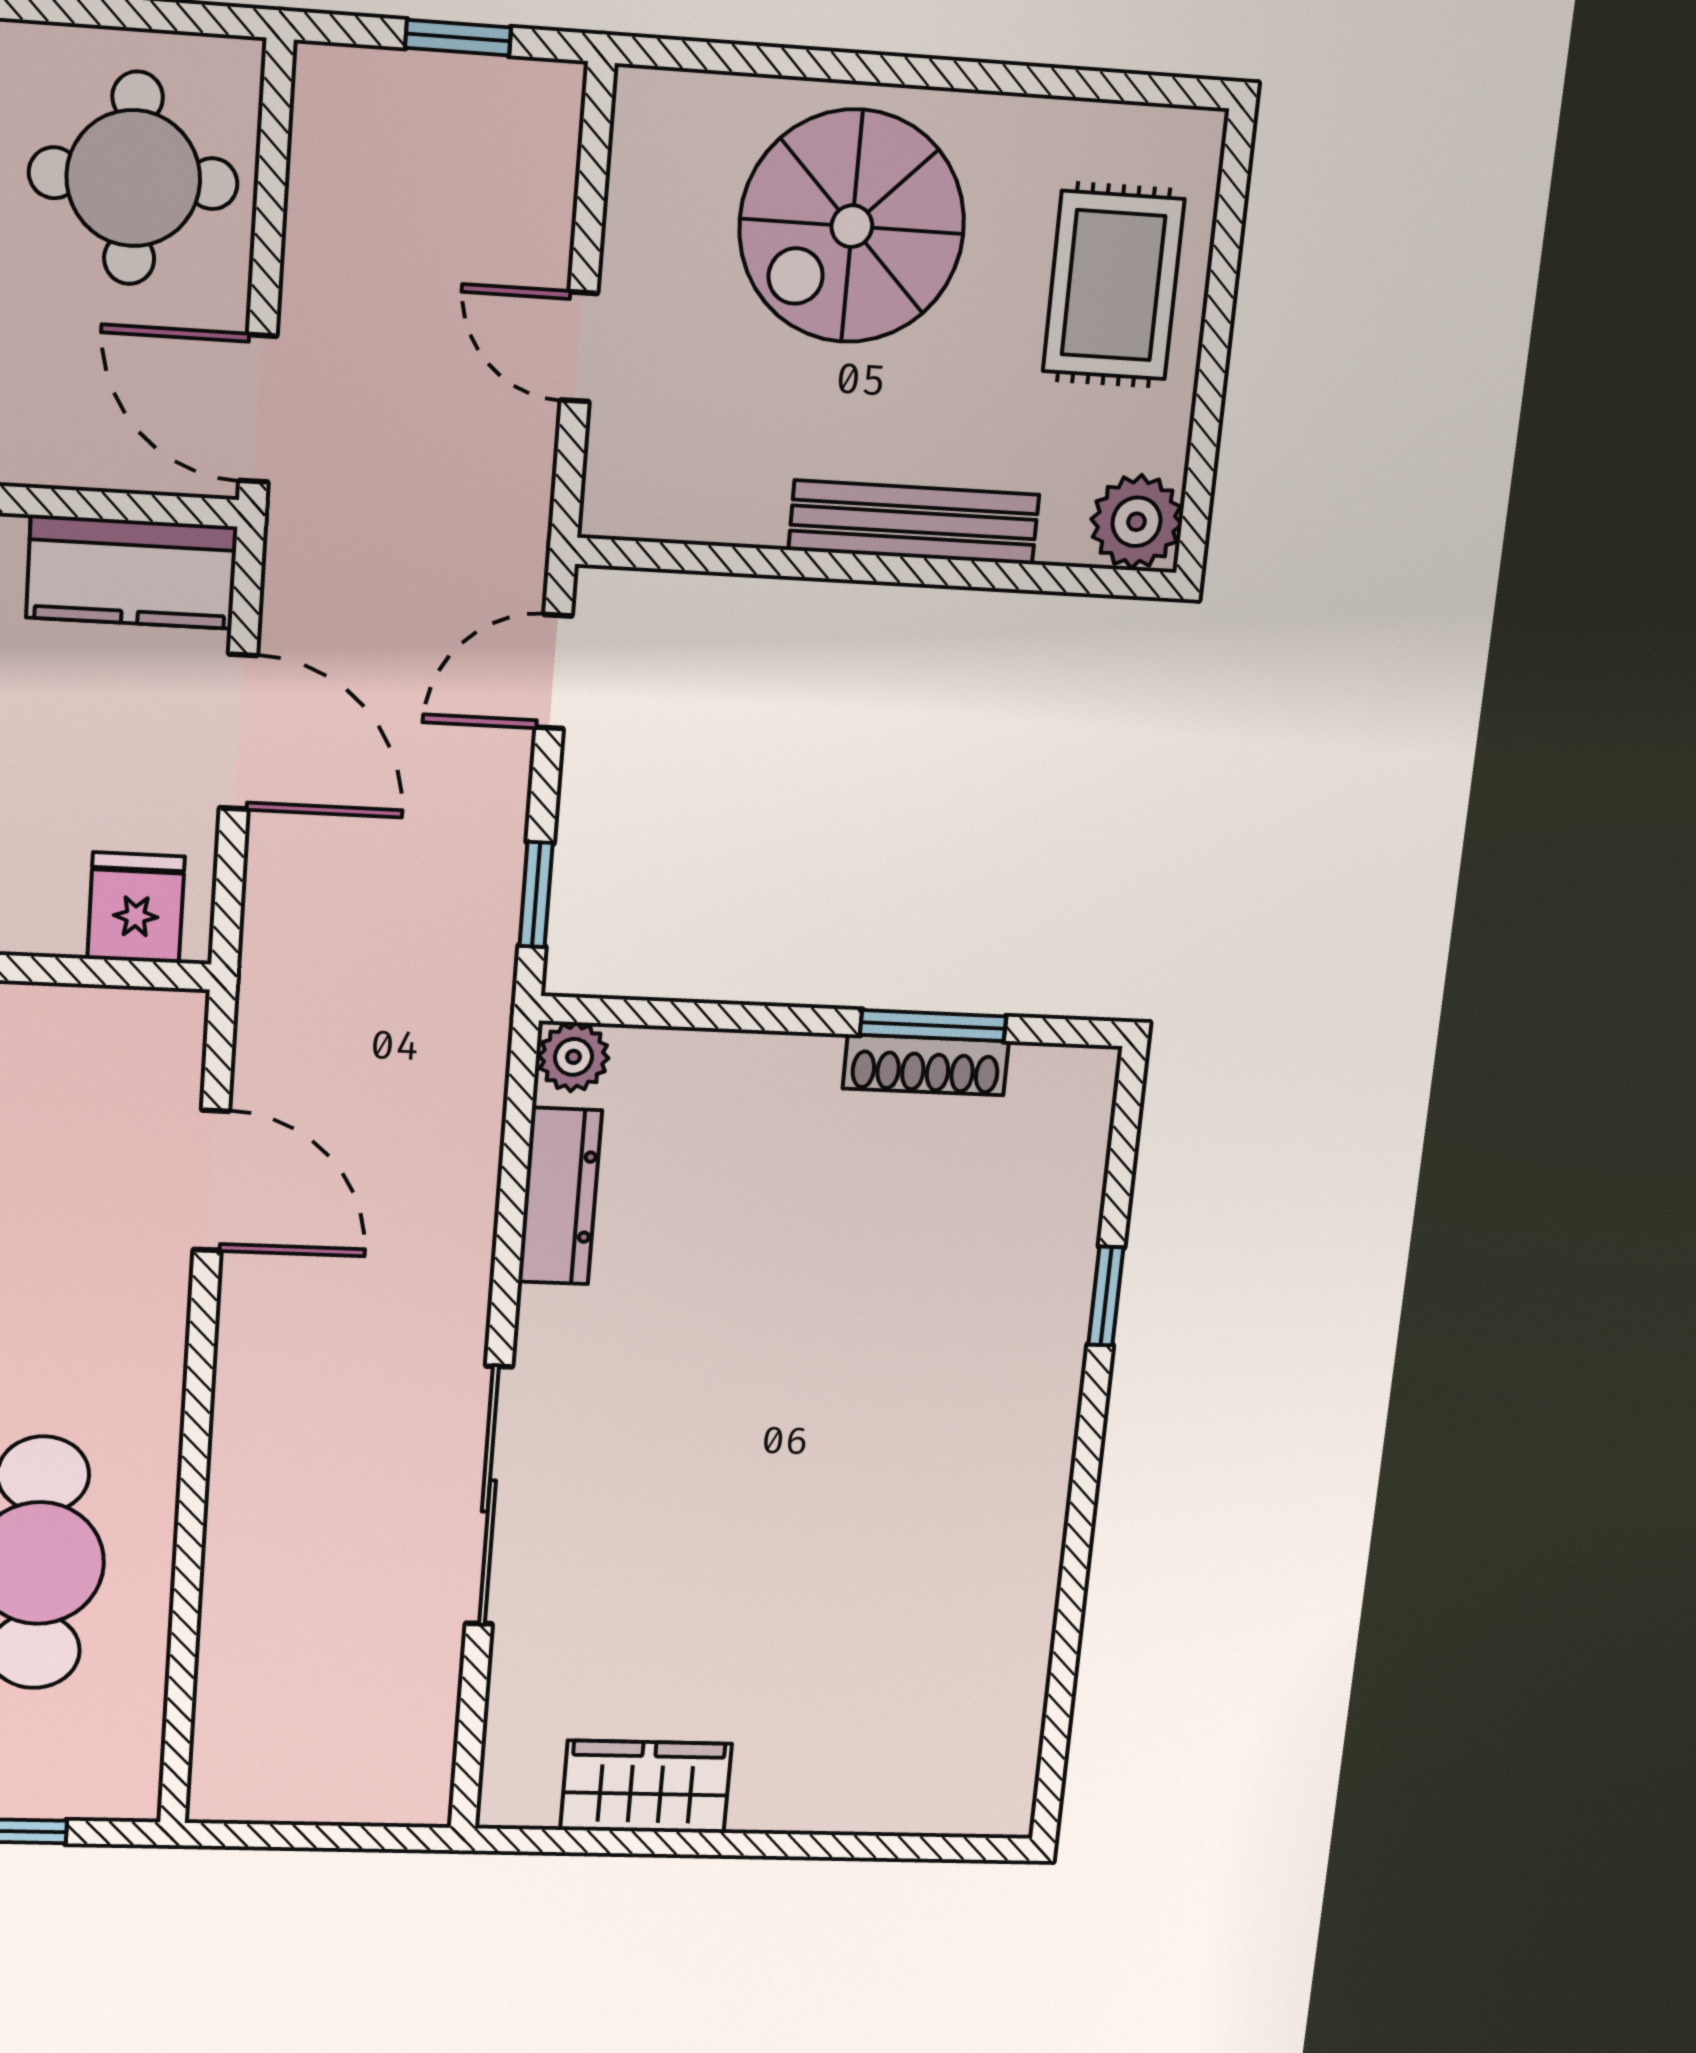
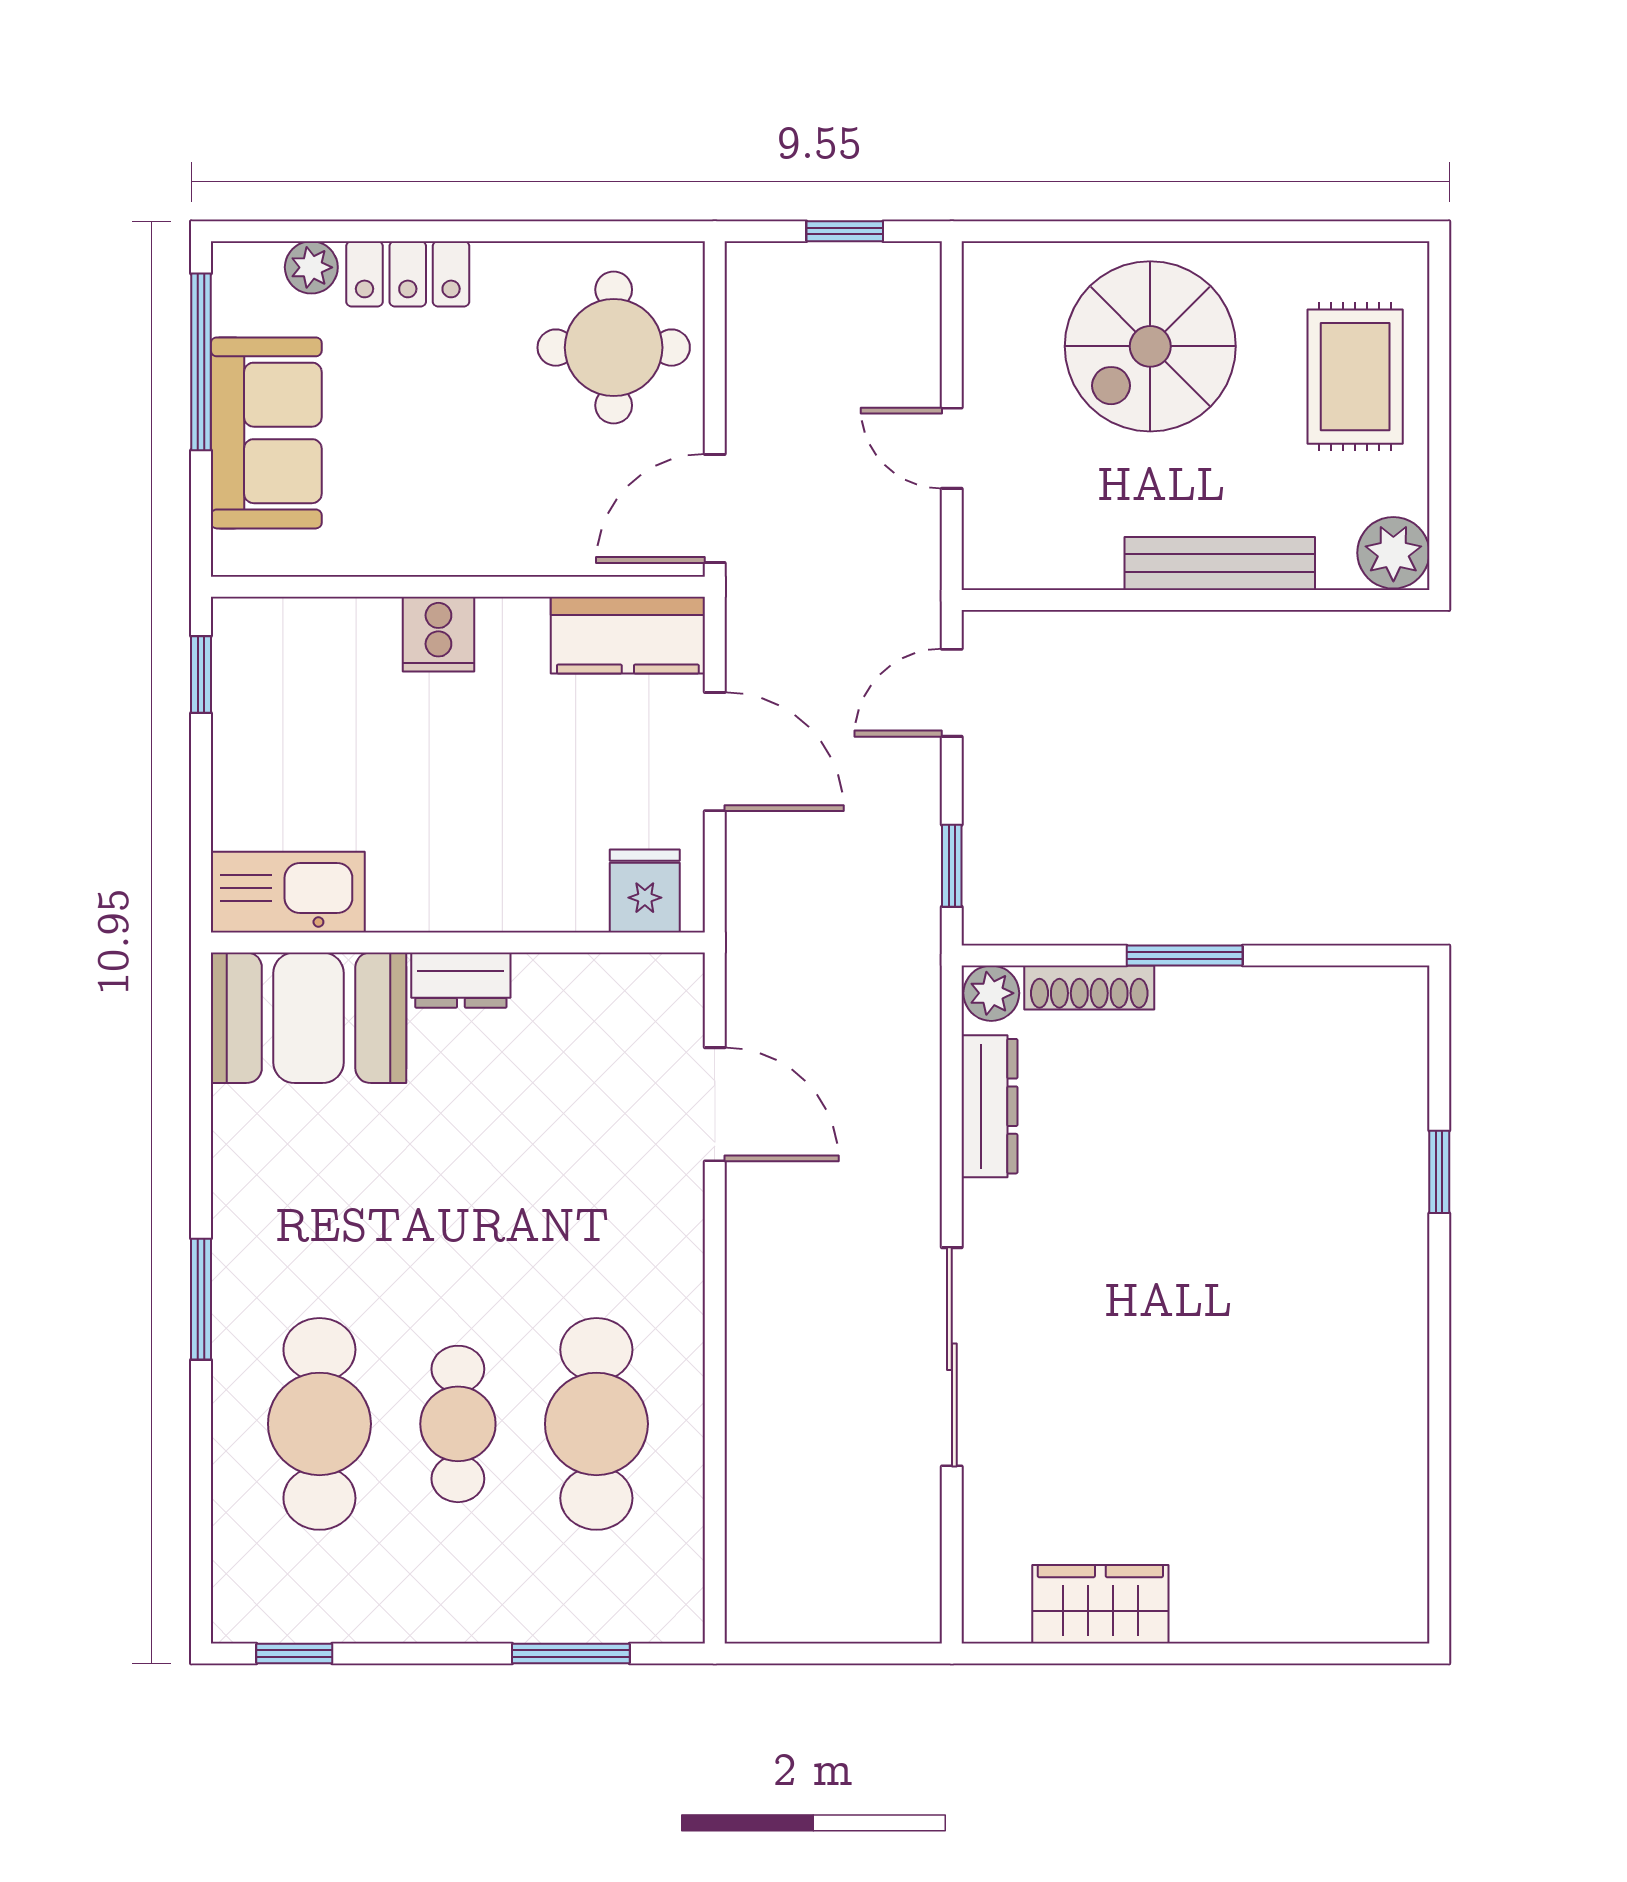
door: (258, 409) -> (715, 509), hinge flipped
window: (933, 1026) -> (1185, 956), moved
shoe rack: (926, 1065) -> (1089, 988), moved

